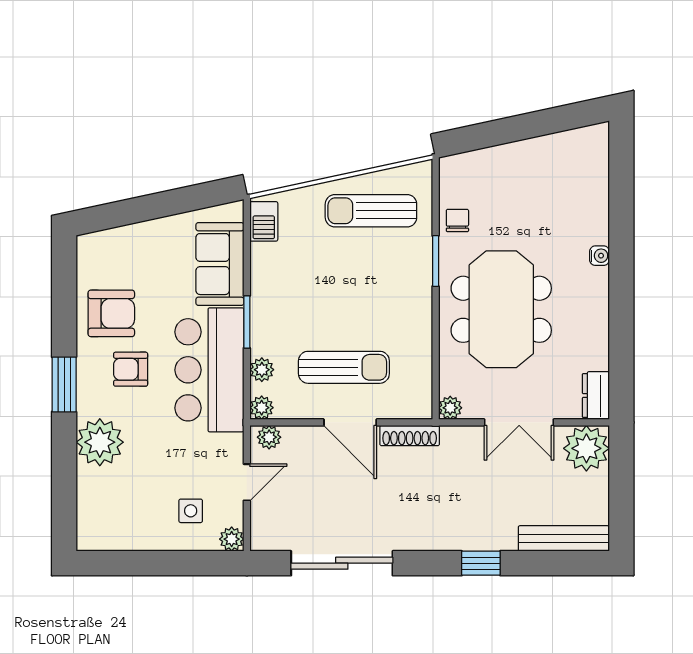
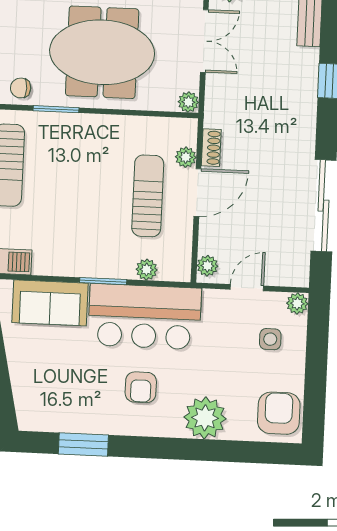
armchair: (111, 313) -> (279, 413), moved
window: (64, 384) -> (83, 444), moved
plant: (262, 408) -> (186, 157), moved
shoe rack: (410, 436) -> (211, 148), width x0.70
door: (247, 482) -> (247, 288), hinge flipped

